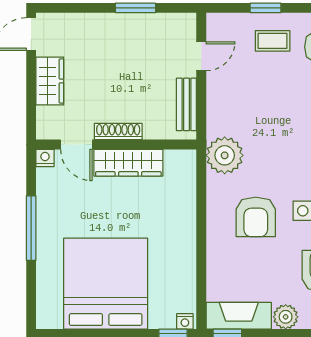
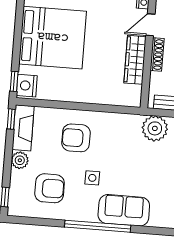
plant: (225, 155) -> (155, 128), moved
armchair: (256, 217) -> (76, 138), moved
nightstand: (185, 321) -> (27, 86), width x1.89, depth x1.79

